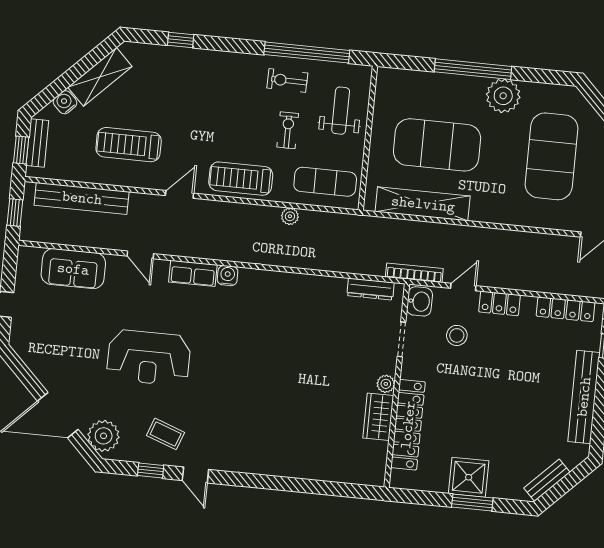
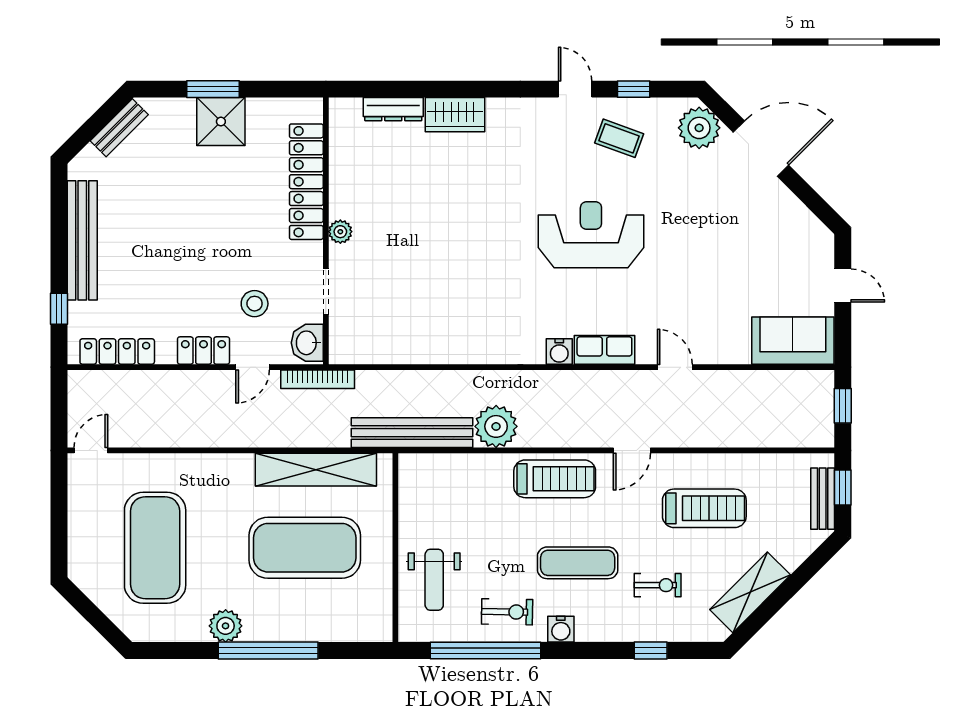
plant: (503, 96) -> (226, 626), width x0.73, depth x0.73
water cooler: (65, 102) -> (561, 629), moved, turned 45
exercise bike: (288, 130) -> (658, 585), moved, turned -90
exercise mat: (325, 182) -> (578, 563), moved
bench: (82, 198) -> (412, 433), moved
plant: (290, 216) -> (496, 426), width x1.87, depth x1.87
sofa: (73, 269) -> (793, 341), moved
dresser: (370, 289) -> (393, 109), moved, turned 180
reception desk: (149, 358) -> (591, 235), moved
wardrobe: (378, 417) -> (455, 115), moved, turned 90

